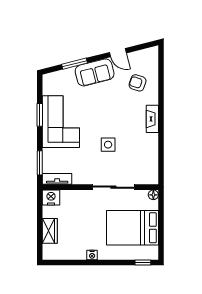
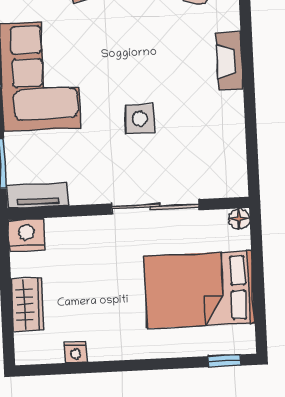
nightstand: (92, 255) -> (76, 352), moved

